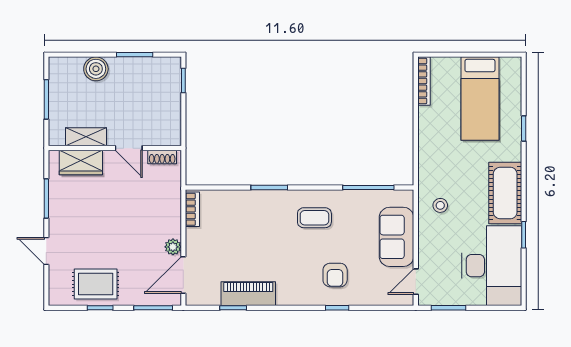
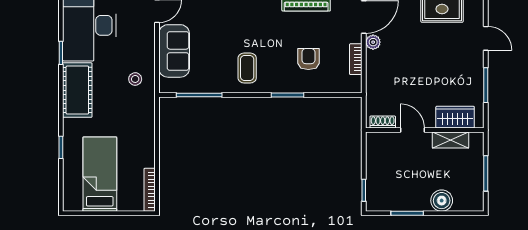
bookcase: (192, 209) -> (356, 59), moved
coffee table: (314, 218) -> (247, 68), turned 90
armchair: (335, 275) -> (308, 59), moved

